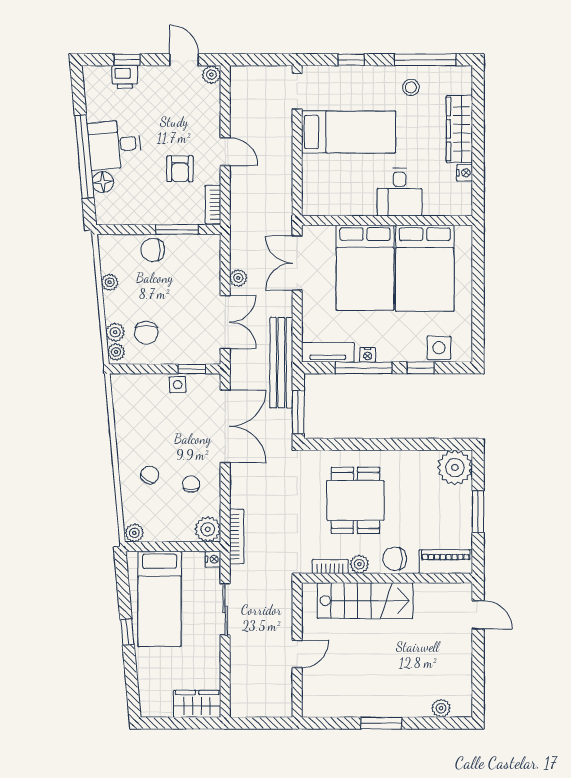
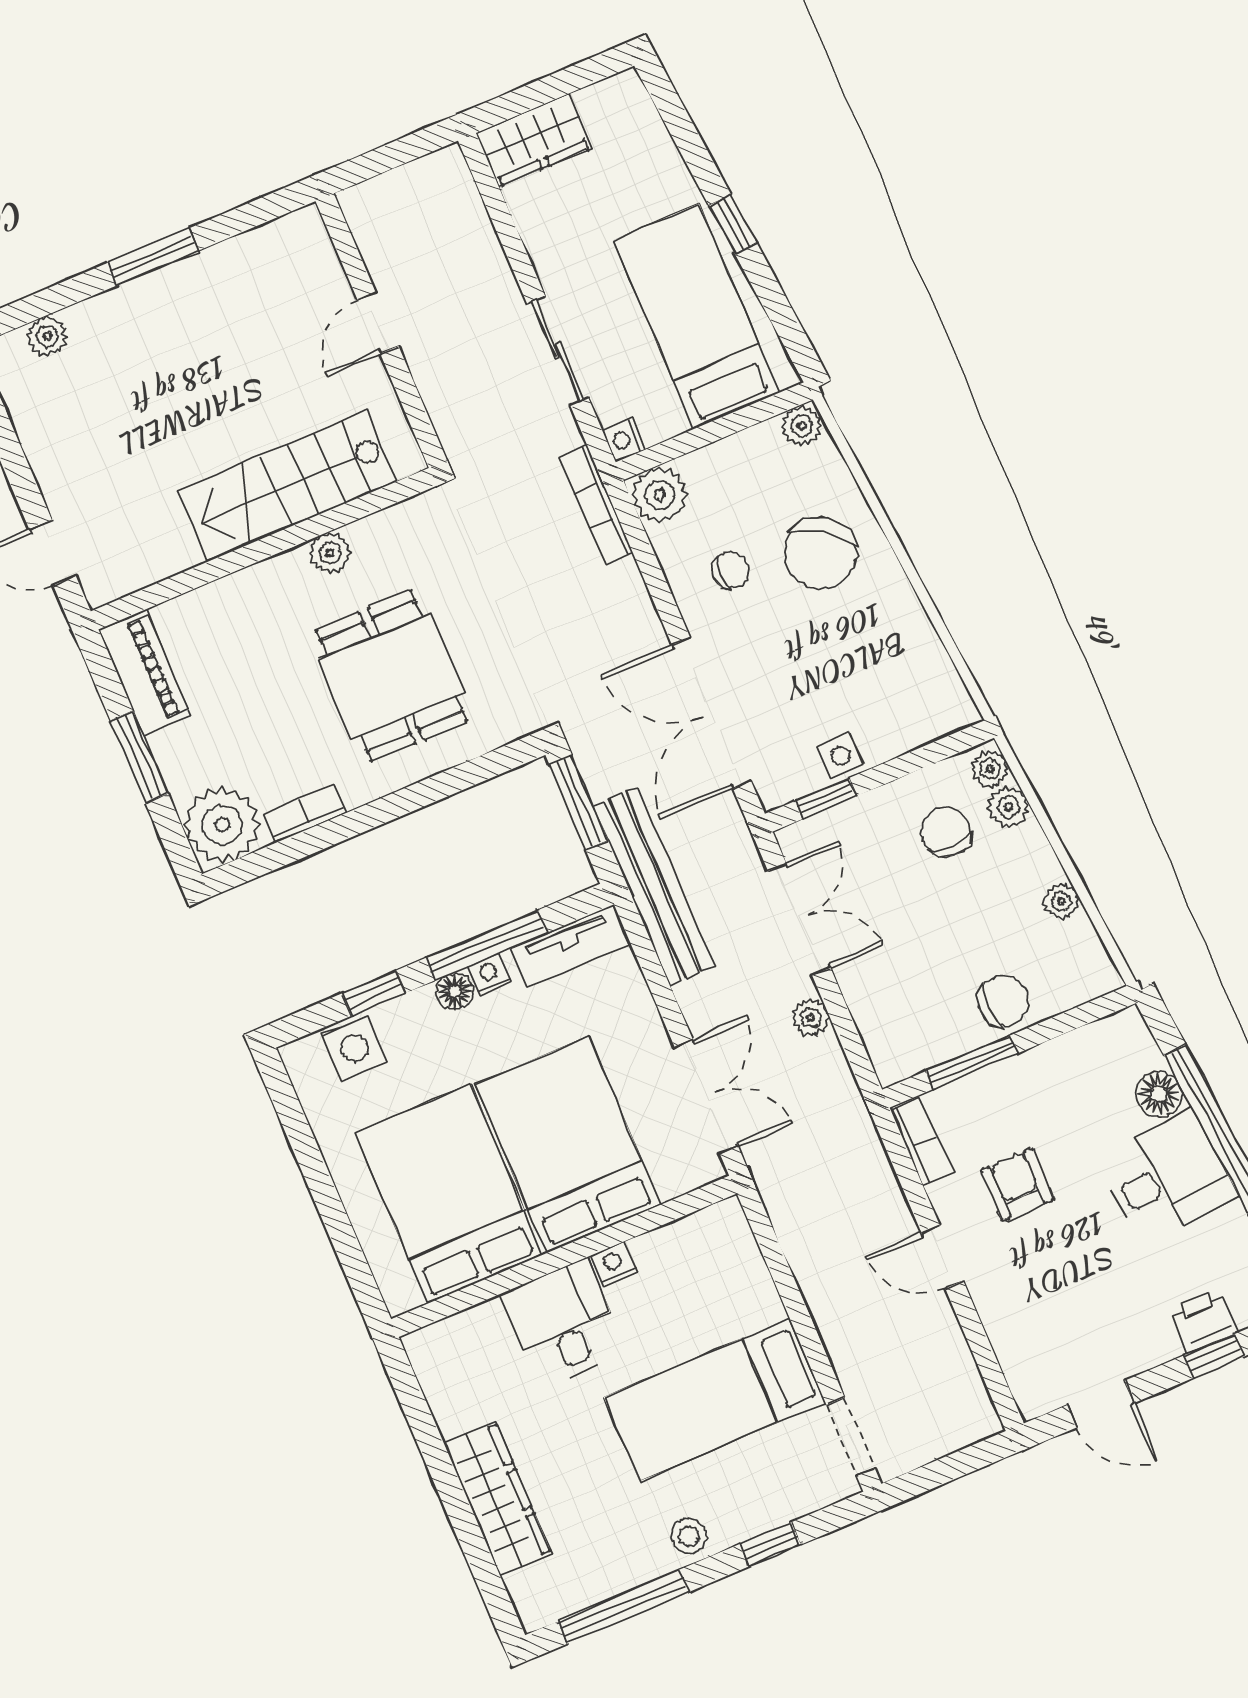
plant: (211, 75) -> (1034, 1398), removed
stool: (411, 87) -> (689, 1536), moved
nightstand: (465, 173) -> (614, 1264), moved, turned 90
double door: (225, 322) -> (799, 919), swing flipped
floor lamp: (386, 354) -> (455, 991), added
chair: (150, 475) -> (820, 553), width x1.87, depth x1.87
chair: (191, 484) -> (730, 570), turned -90
chair: (395, 559) -> (265, 593), removed
piano: (446, 562) -> (144, 672), moved, turned -90
bookcase: (330, 566) -> (305, 814), moved, turned 180

